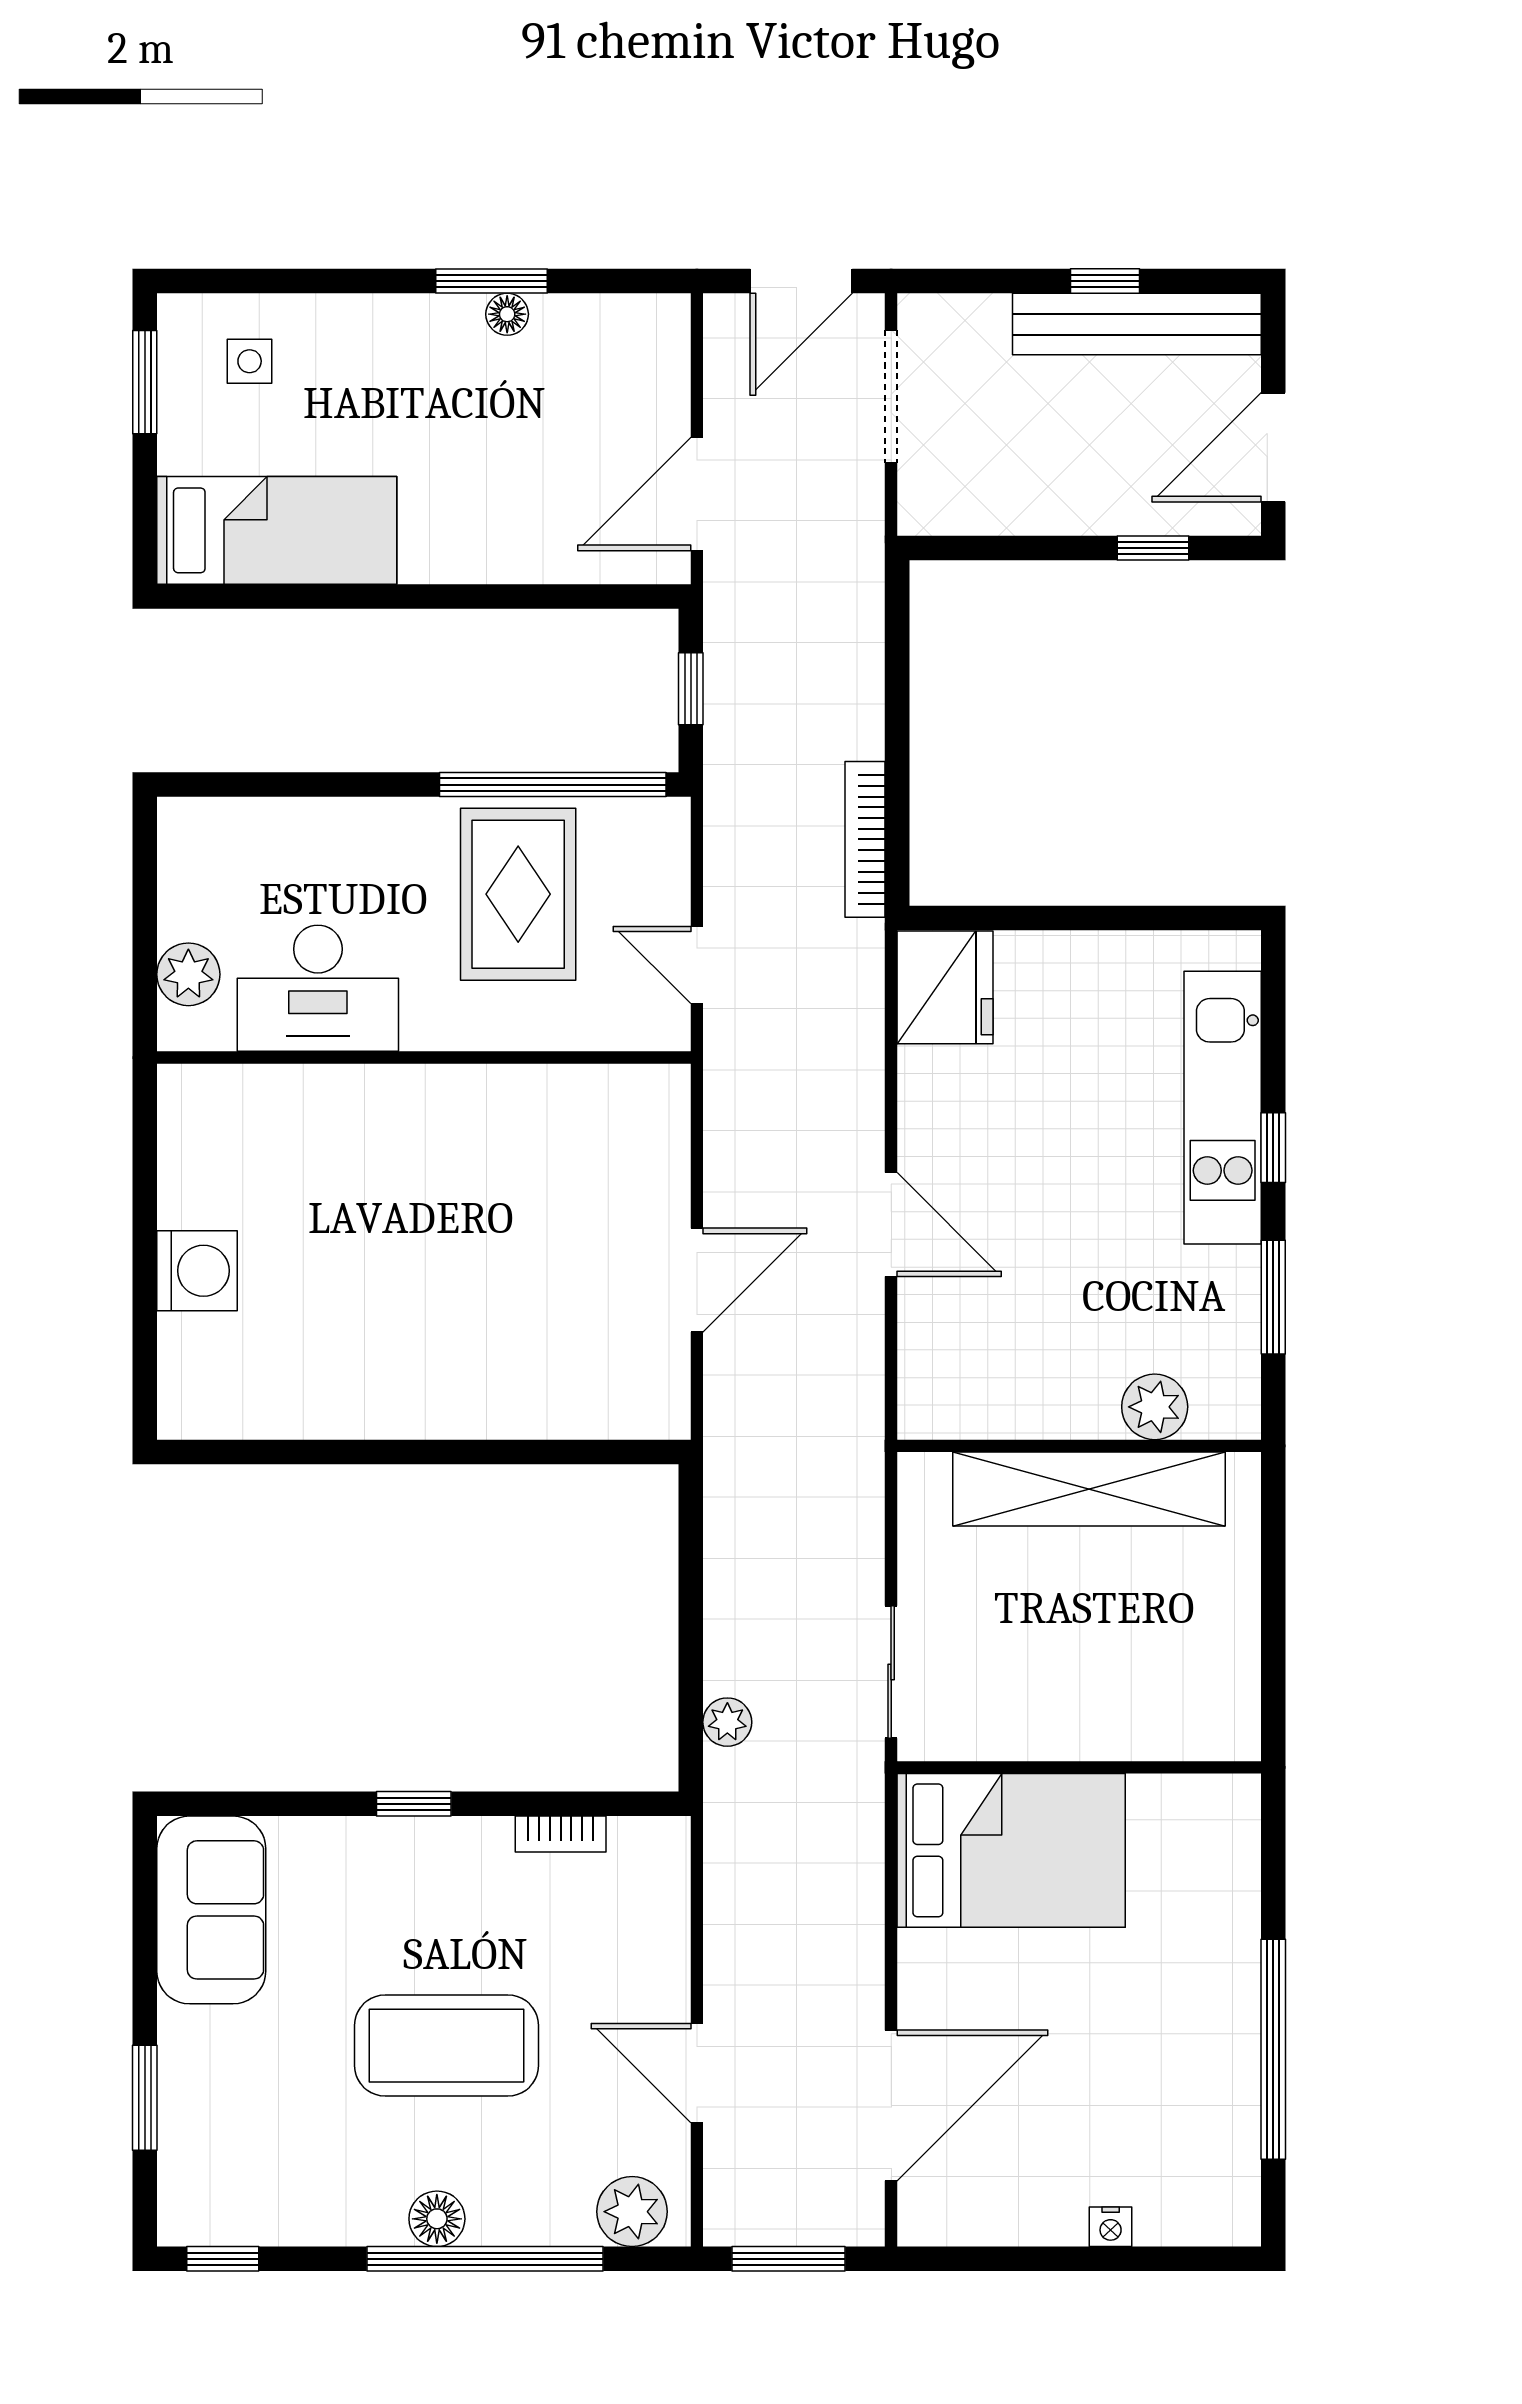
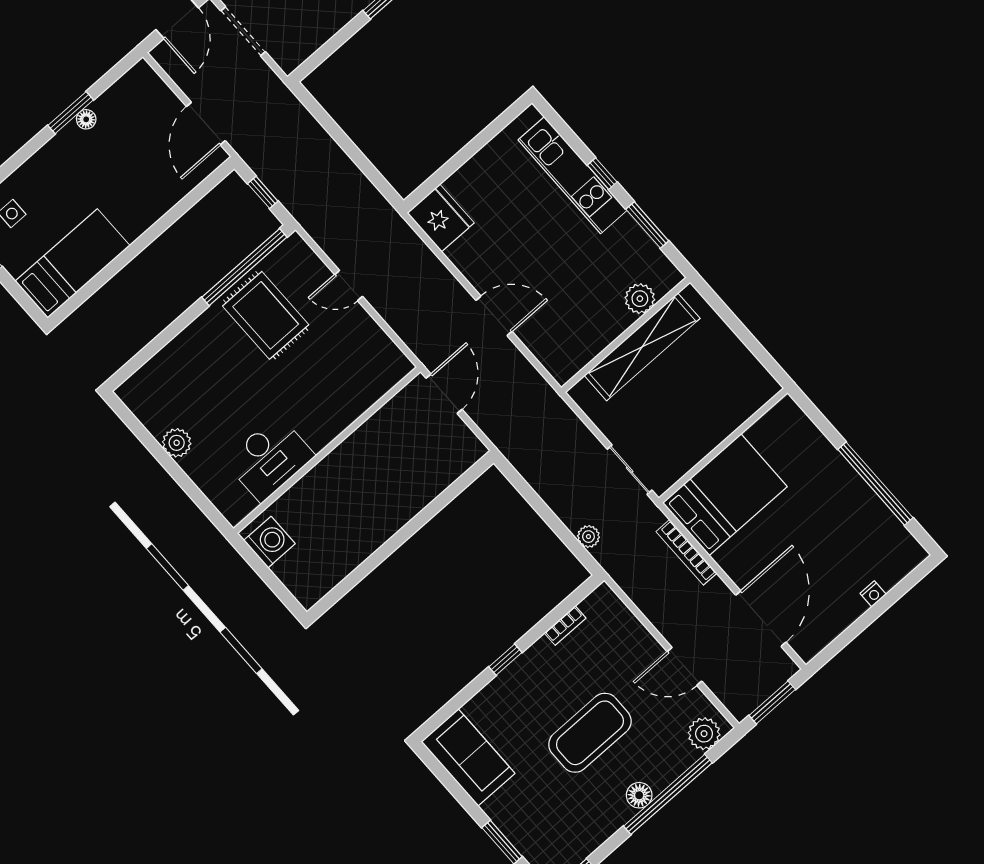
bookcase: (865, 839) -> (687, 552), moved
desk: (318, 988) -> (270, 458), moved
wall: (424, 1058) -> (327, 450), moved

